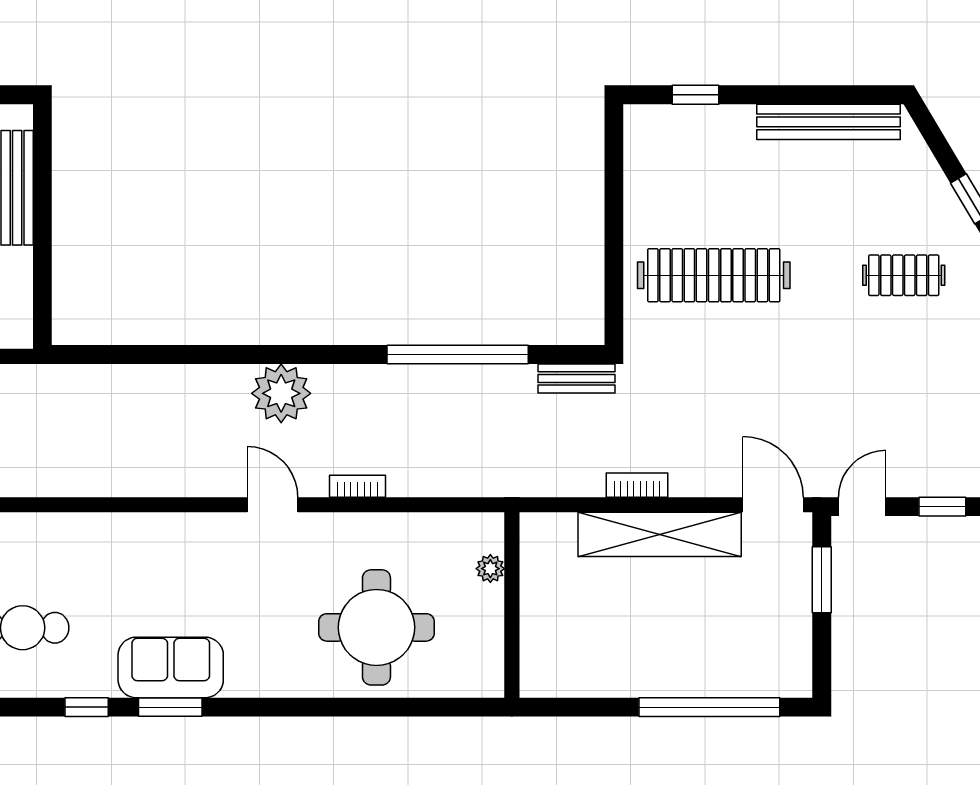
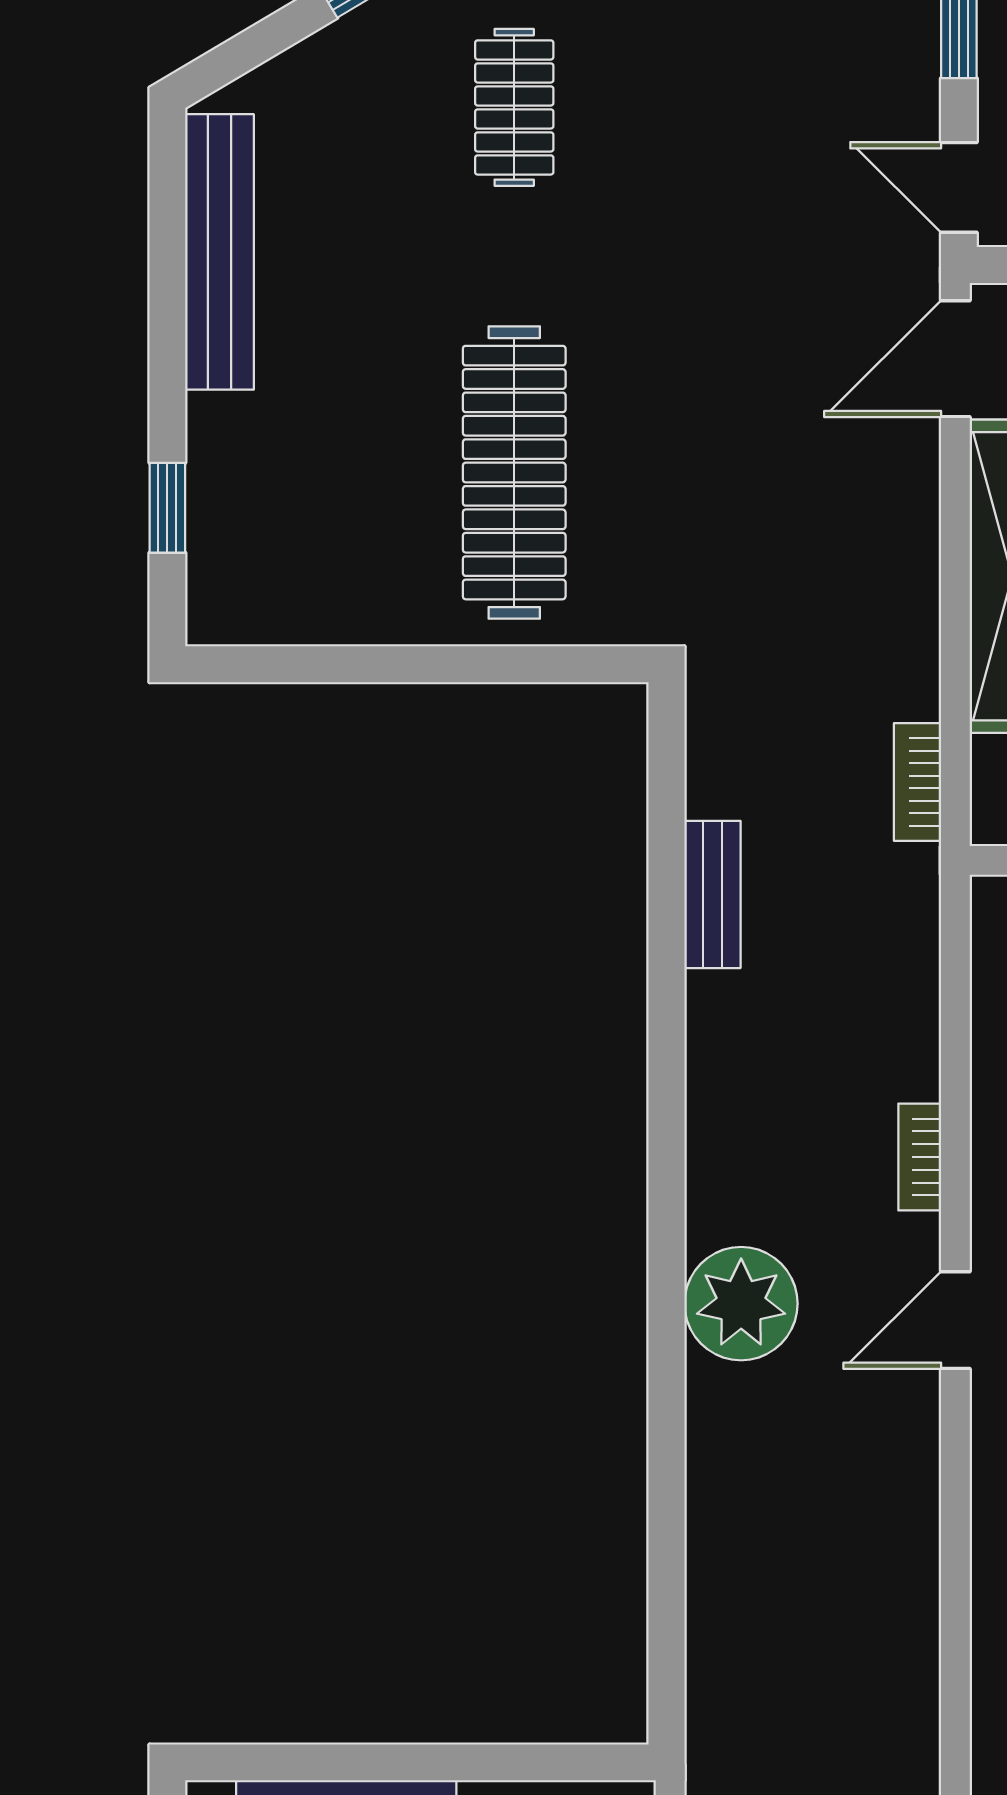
window: (458, 355) -> (667, 965), removed
bench: (577, 378) -> (712, 894), moved
bookcase: (637, 485) -> (917, 782), moved

